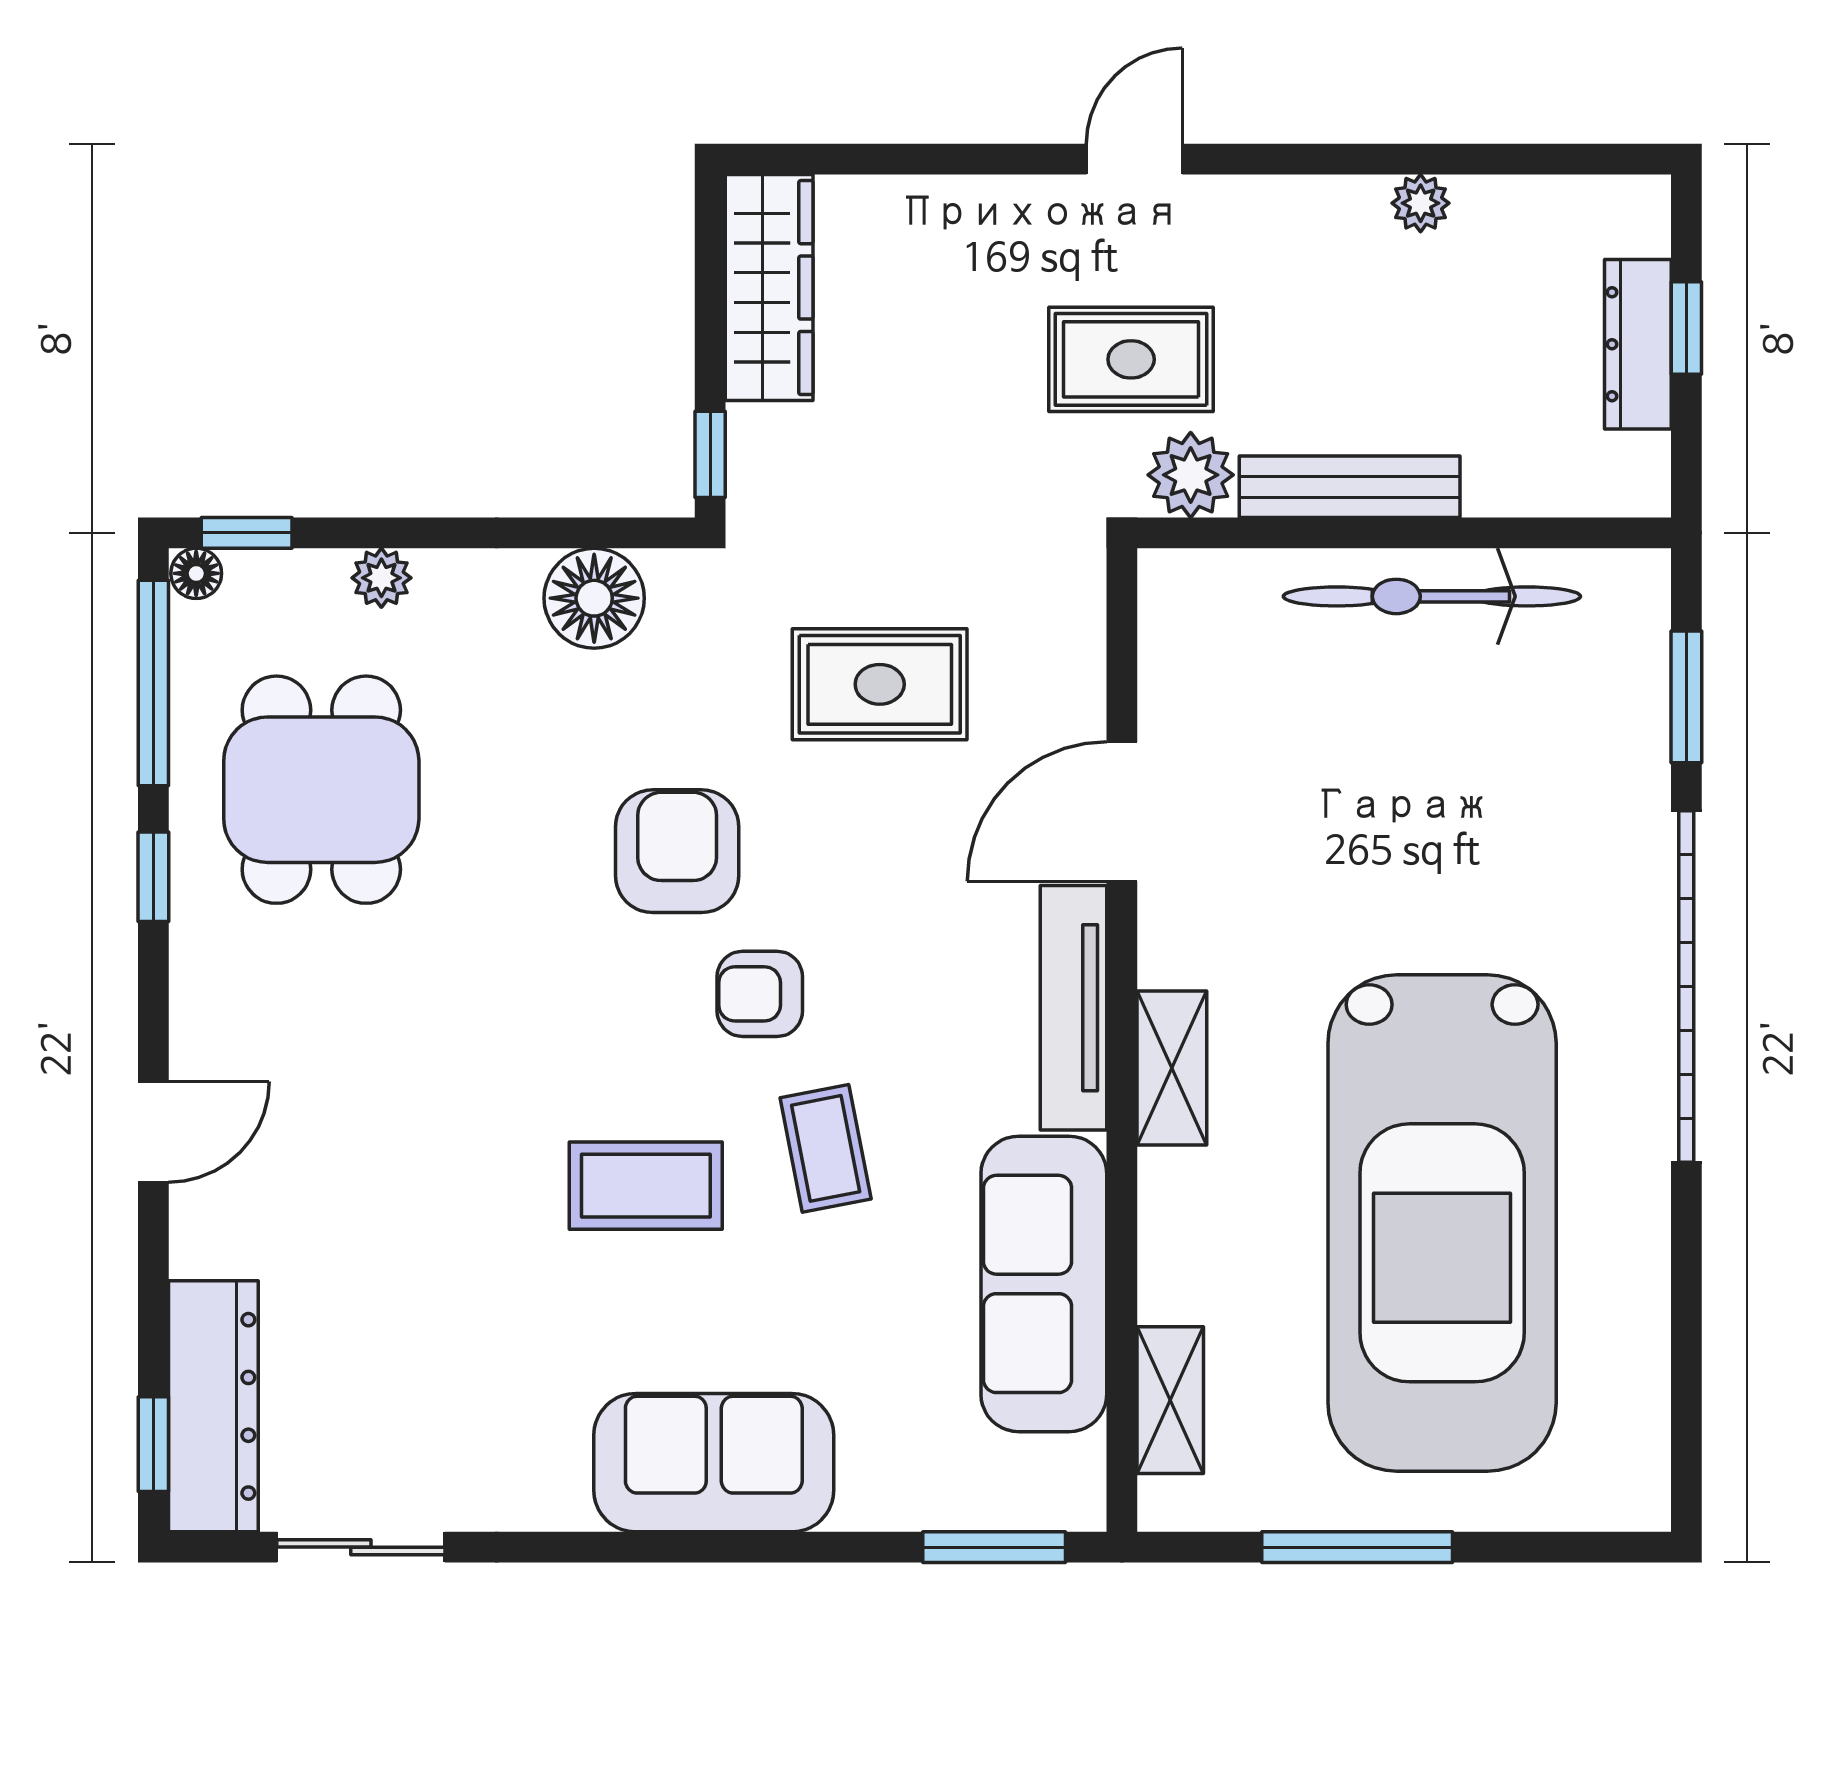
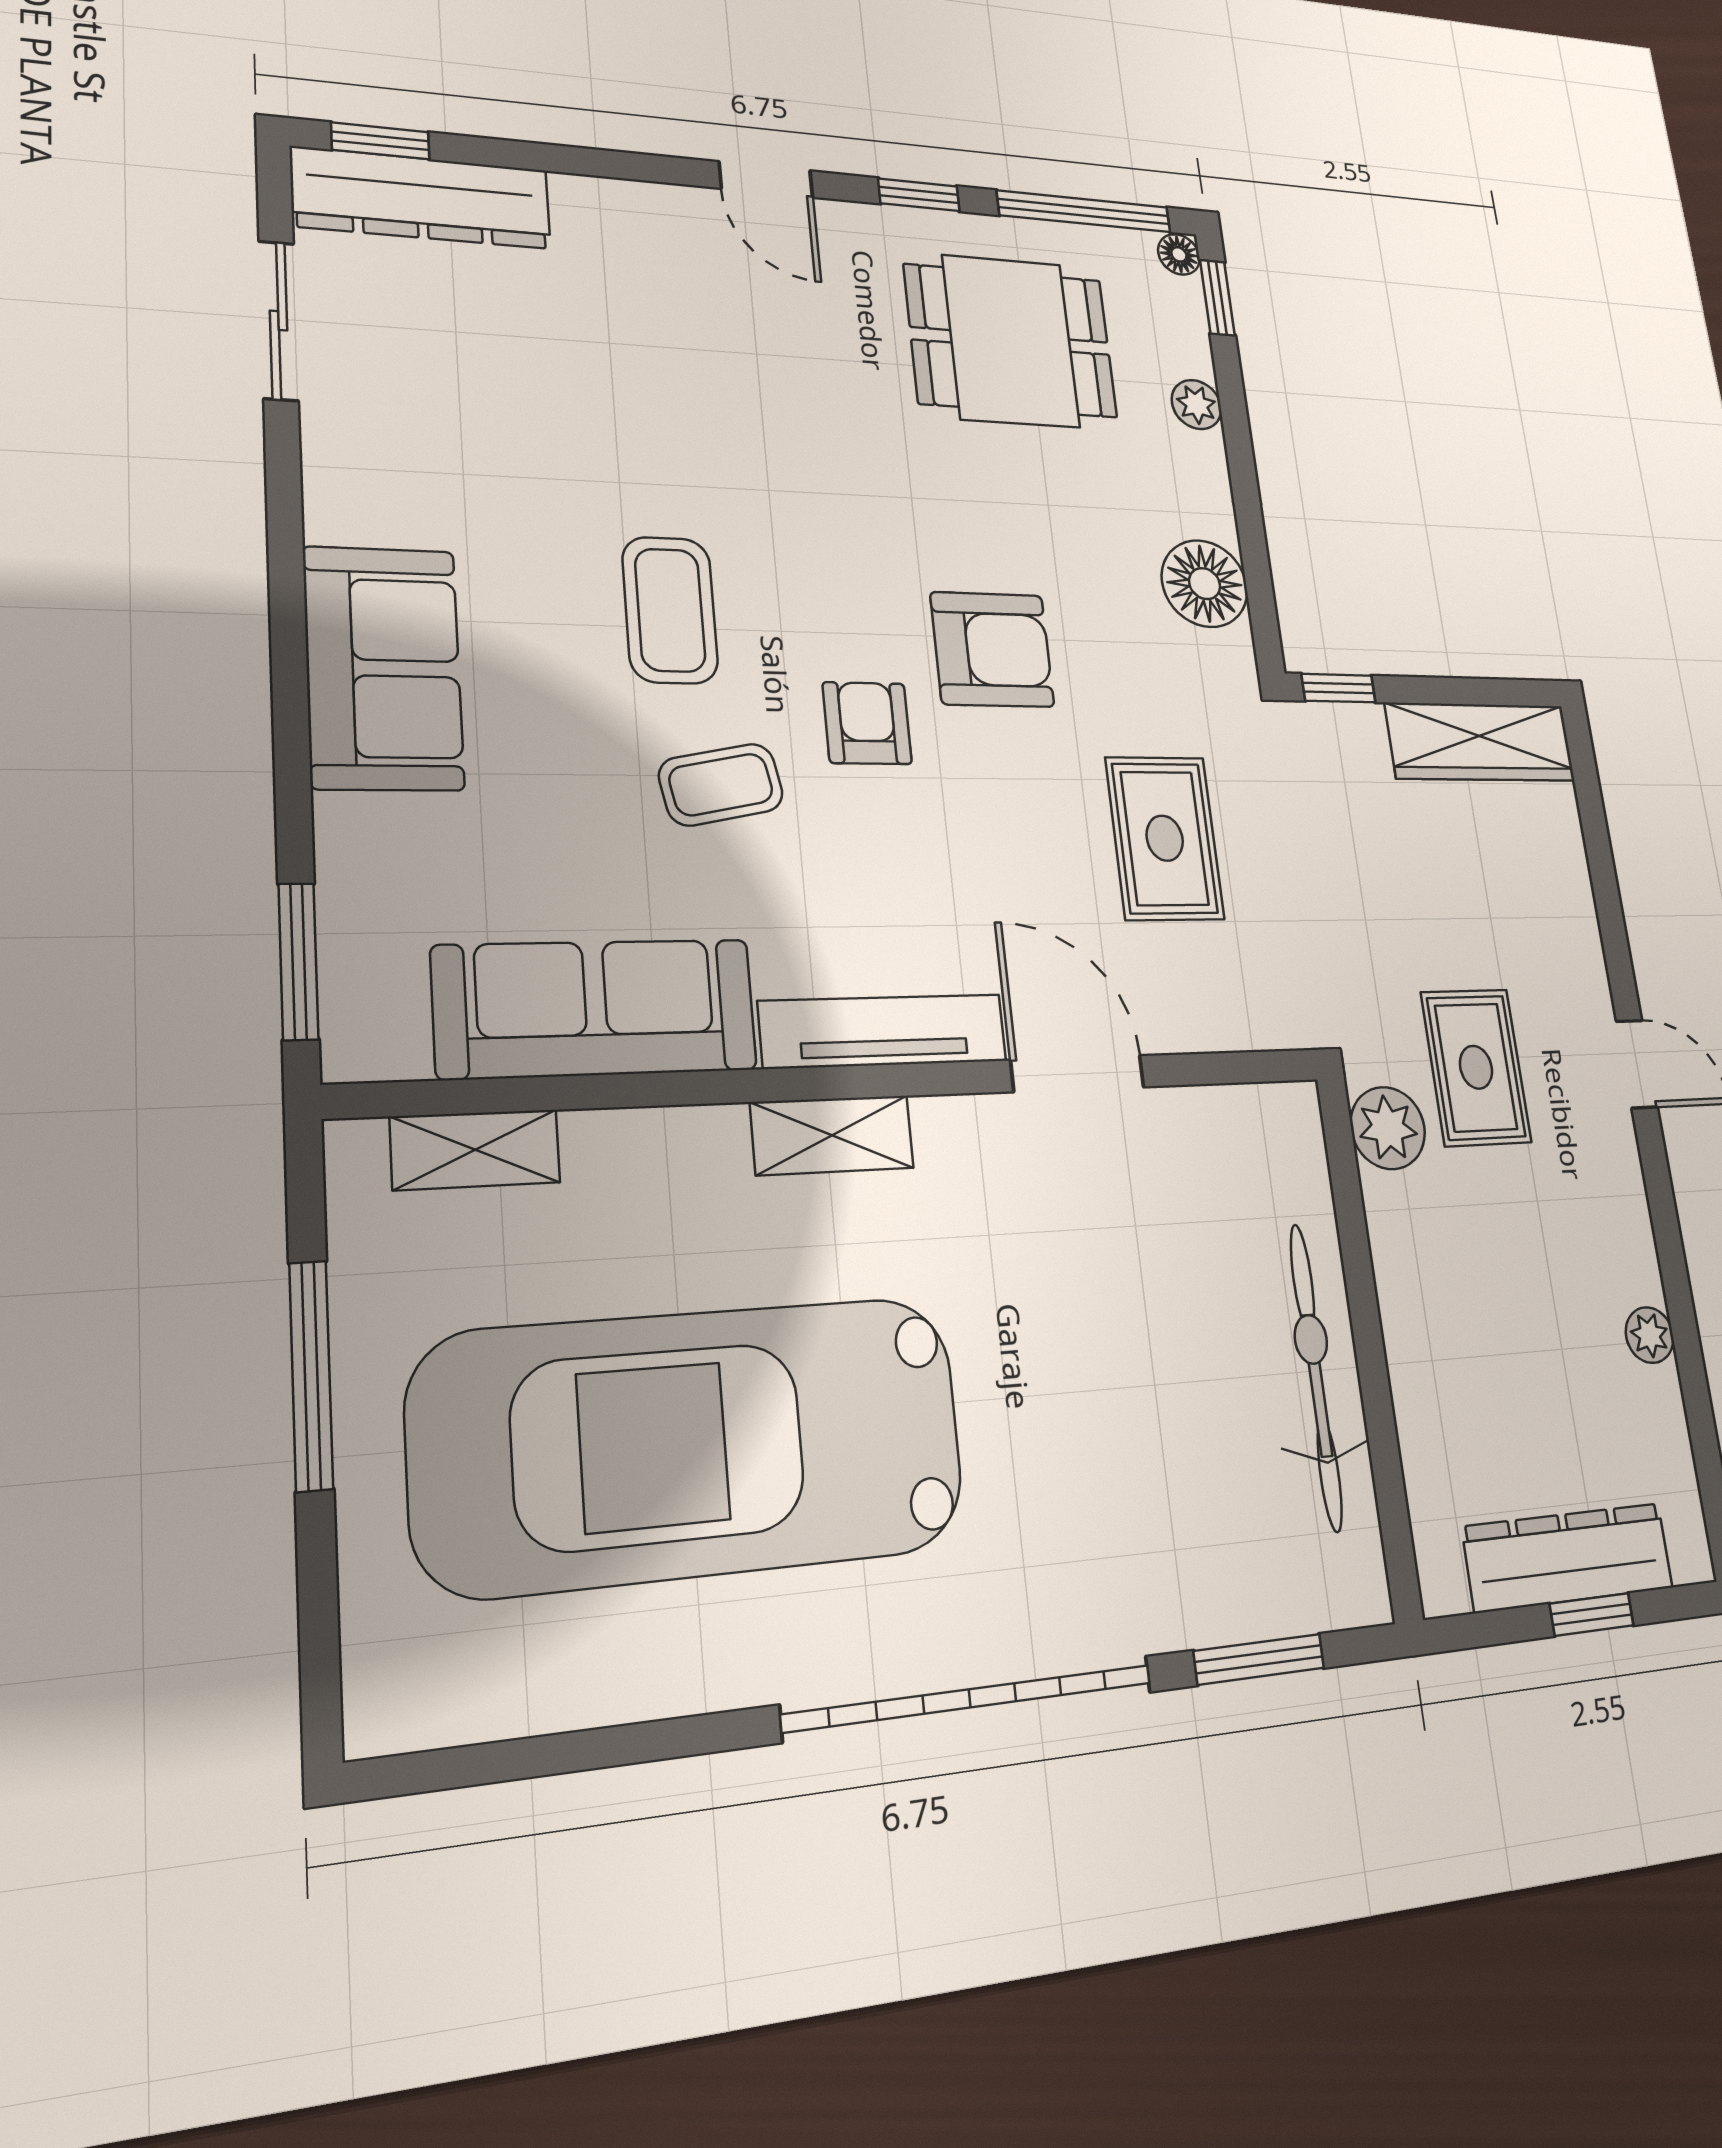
dresser: (1638, 344) -> (1568, 1557), width x1.37, depth x1.24
bench: (1350, 487) -> (1401, 1285), removed
door: (153, 1132) -> (766, 180), moved

